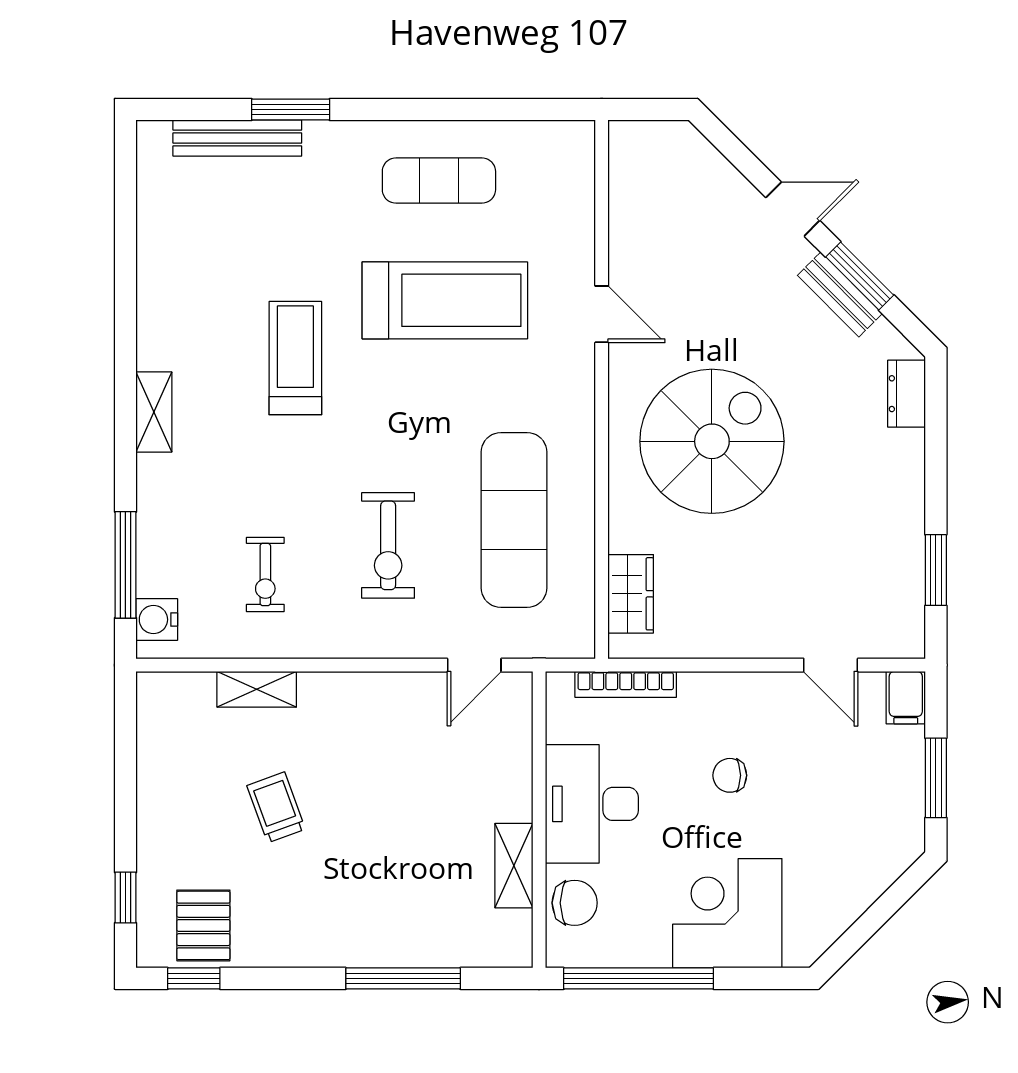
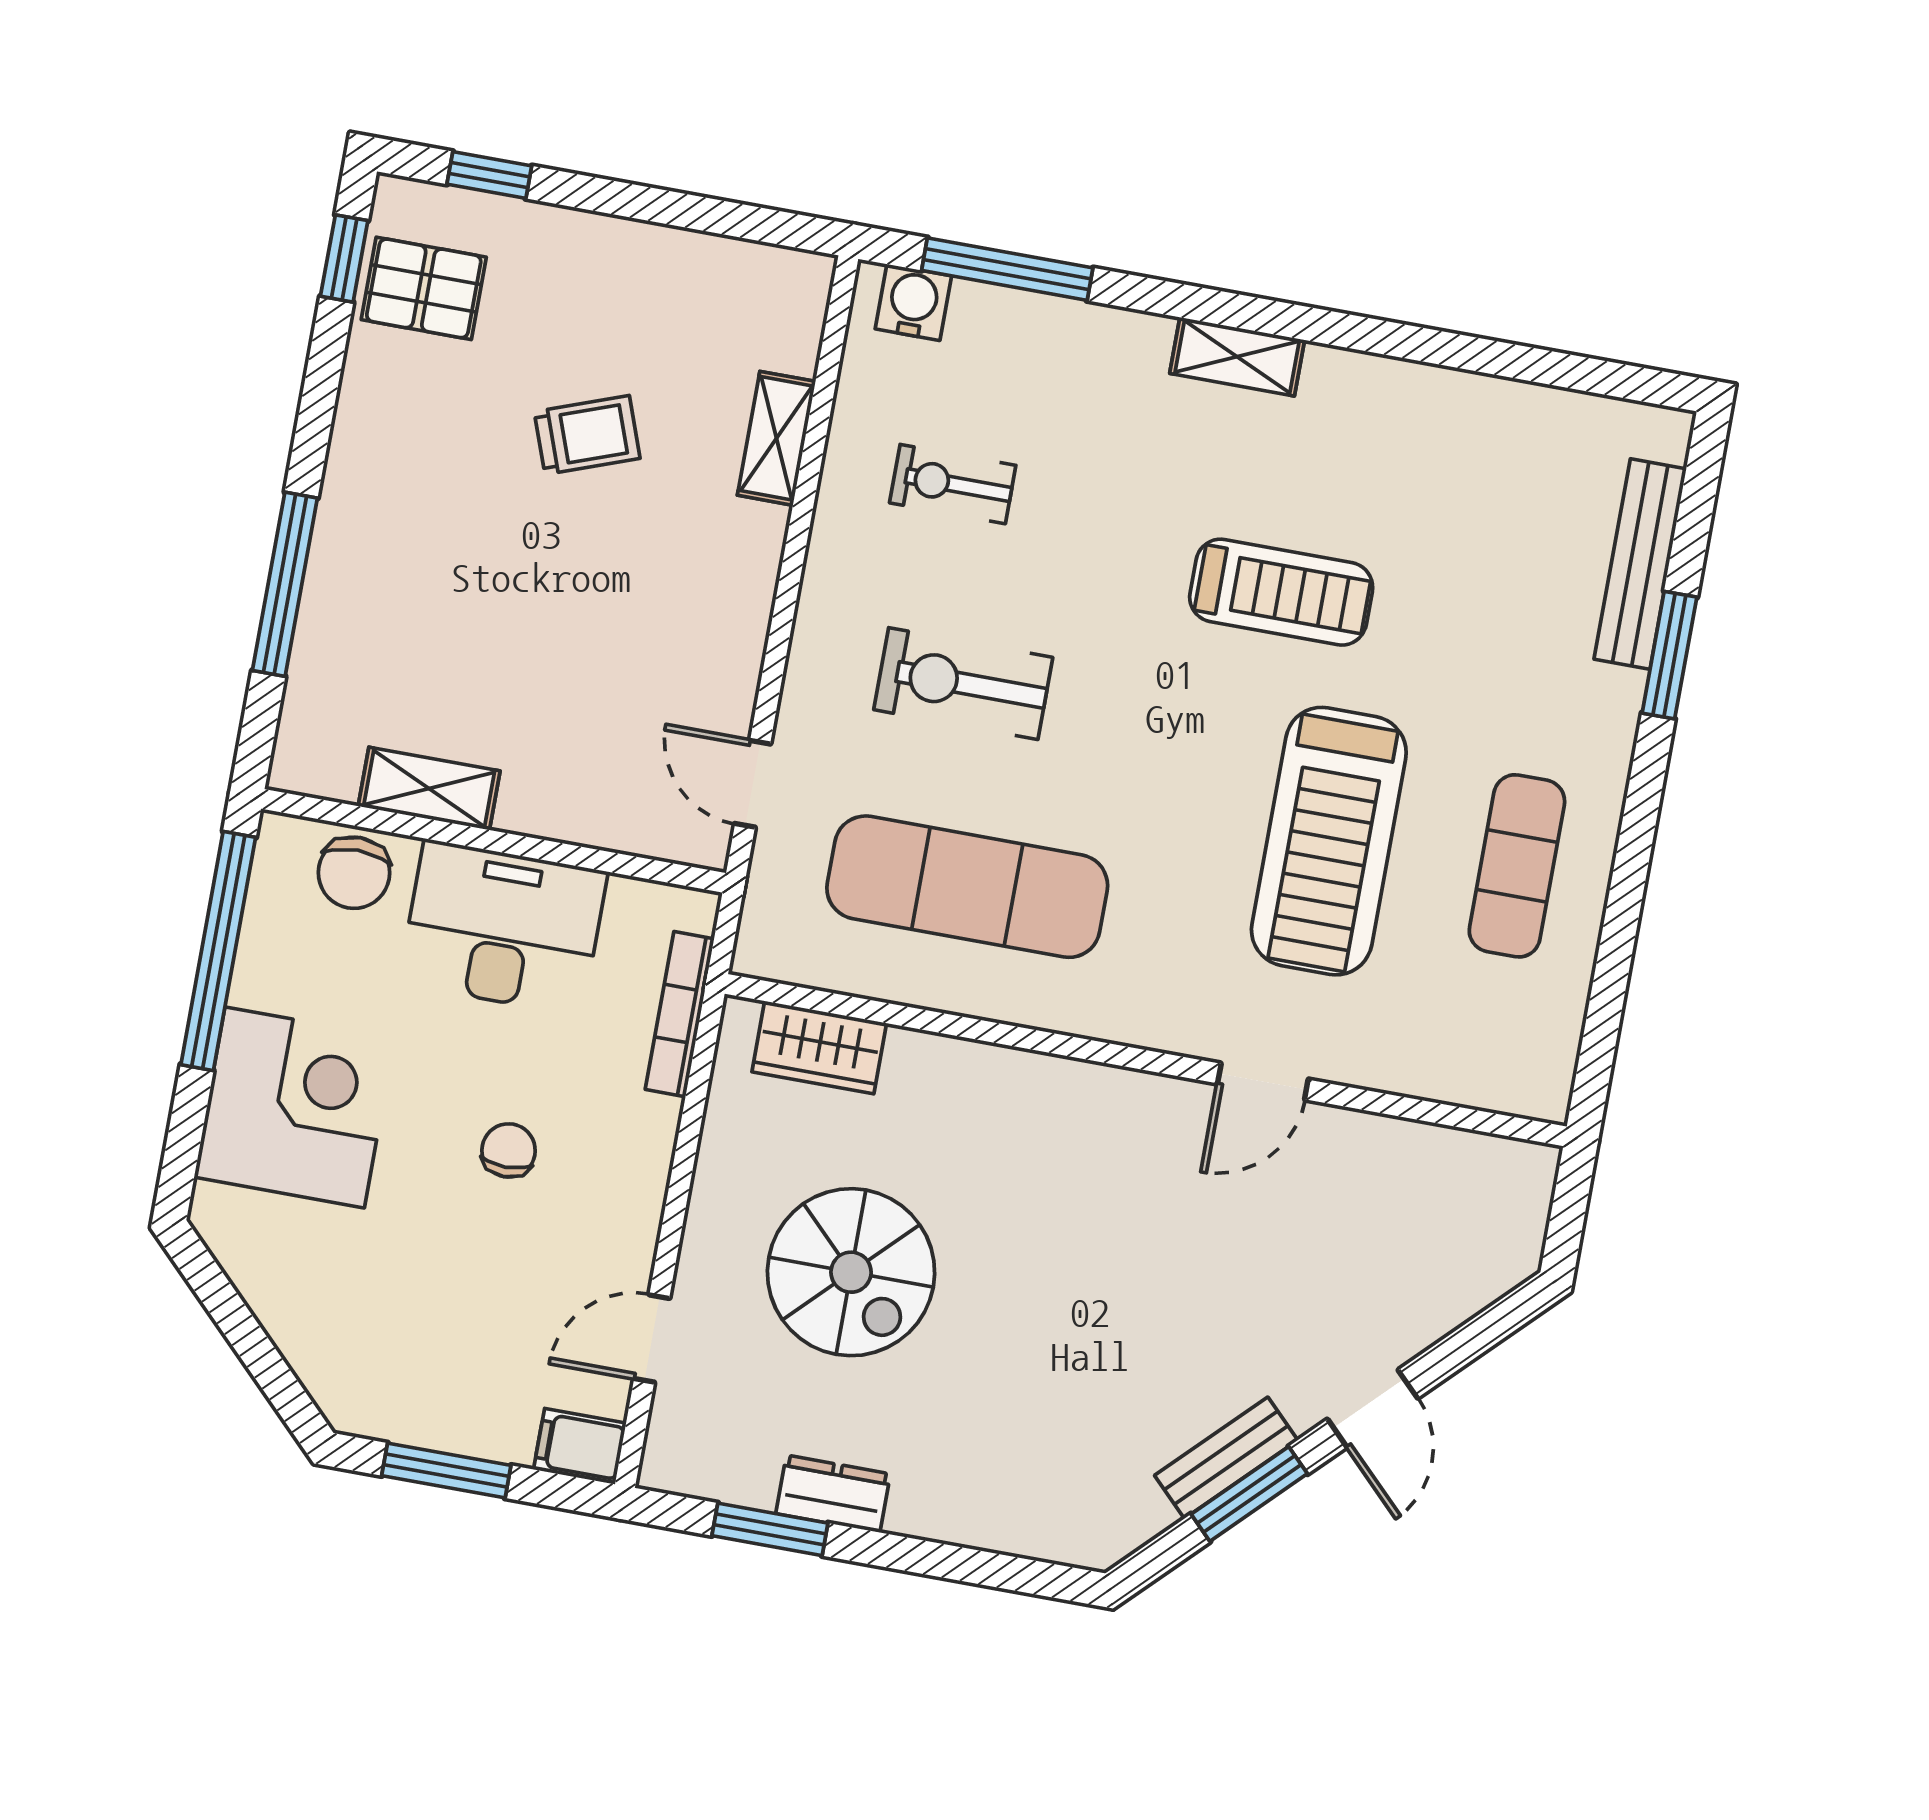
dresser: (907, 394) -> (833, 1494), moved
spiral stairs: (712, 441) -> (851, 1272), moved, width x0.73, depth x0.73

